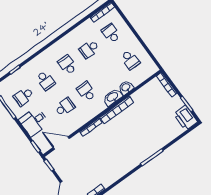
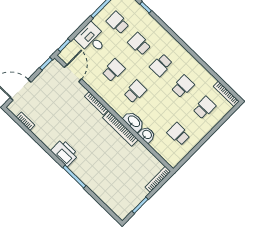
school desk: (89, 49) -> (183, 86), turned 90
school desk: (130, 60) -> (179, 134), turned 90
school desk: (67, 65) -> (161, 65), turned 180
school desk: (46, 81) -> (139, 44), turned 90
school desk: (65, 107) -> (113, 70), turned -90
printer: (186, 118) -> (65, 153), moved, turned 90

